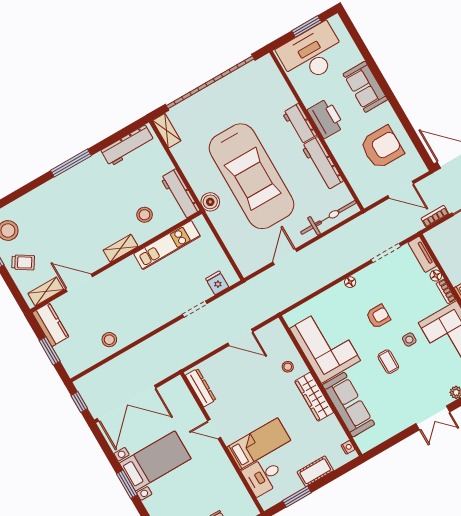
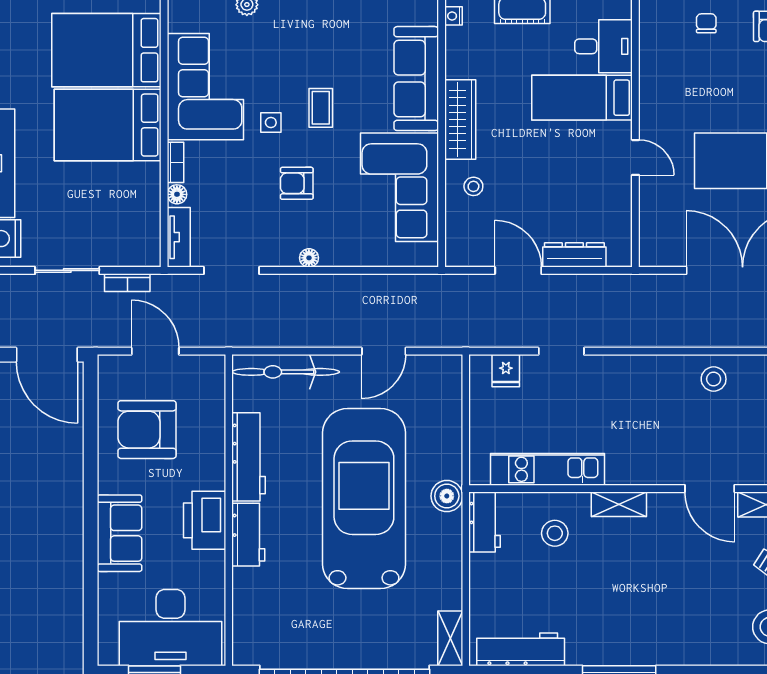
workbench: (180, 194) -> (485, 522), width x0.73
dresser: (201, 388) -> (574, 255), moved, turned 90

